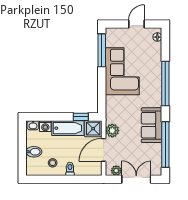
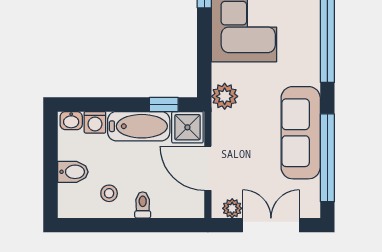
sofa: (152, 125) -> (301, 133), width x1.36
plant: (112, 131) -> (225, 96), moved
door: (104, 150) -> (208, 168), hinge flipped

